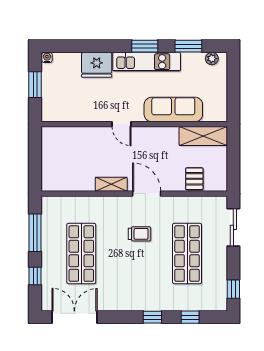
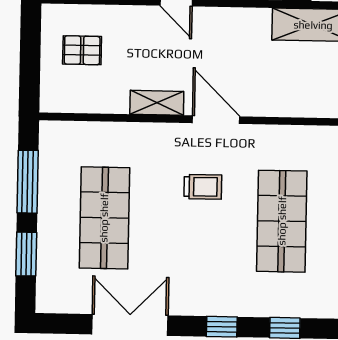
pallet: (194, 179) -> (82, 50), moved, turned 90
window: (35, 276) -> (26, 254), width x1.50
double door: (74, 317) -> (130, 325), moved

